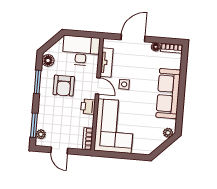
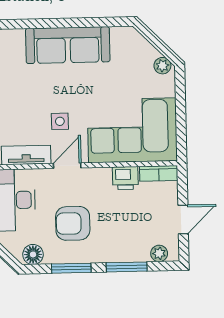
armchair: (64, 86) -> (73, 223), turned 180
printer: (88, 107) -> (125, 178), moved
window: (34, 125) -> (127, 267), moved
plant: (168, 133) -> (162, 66), moved

